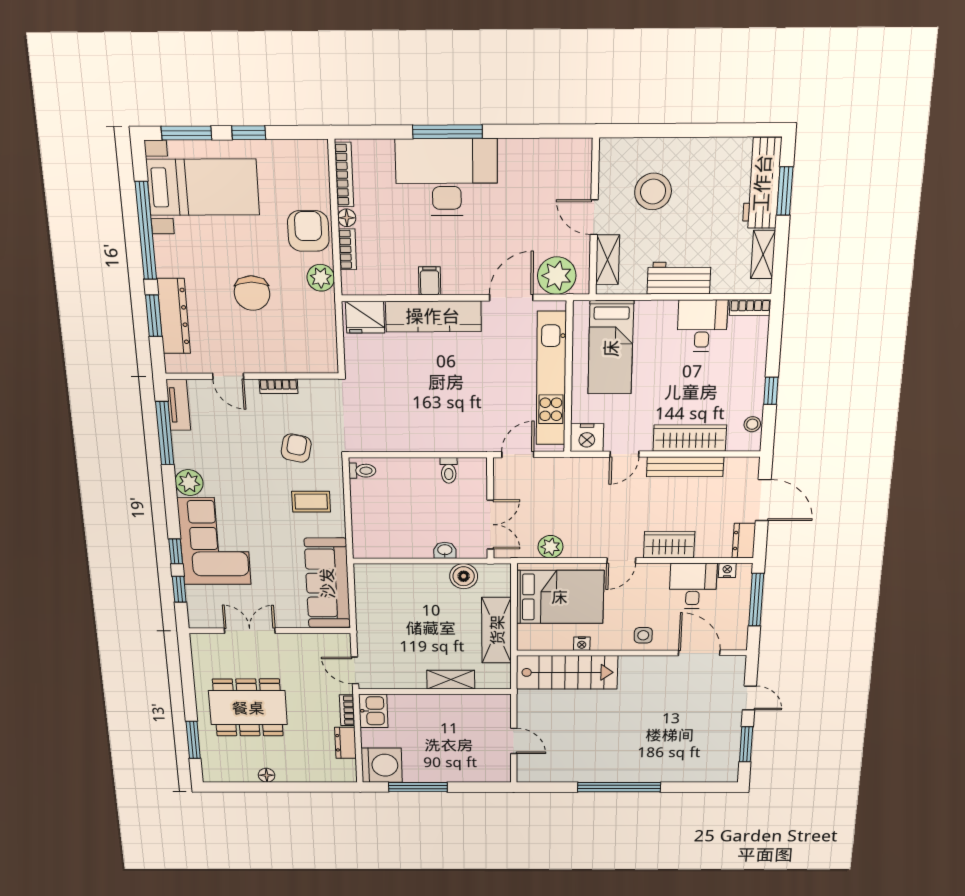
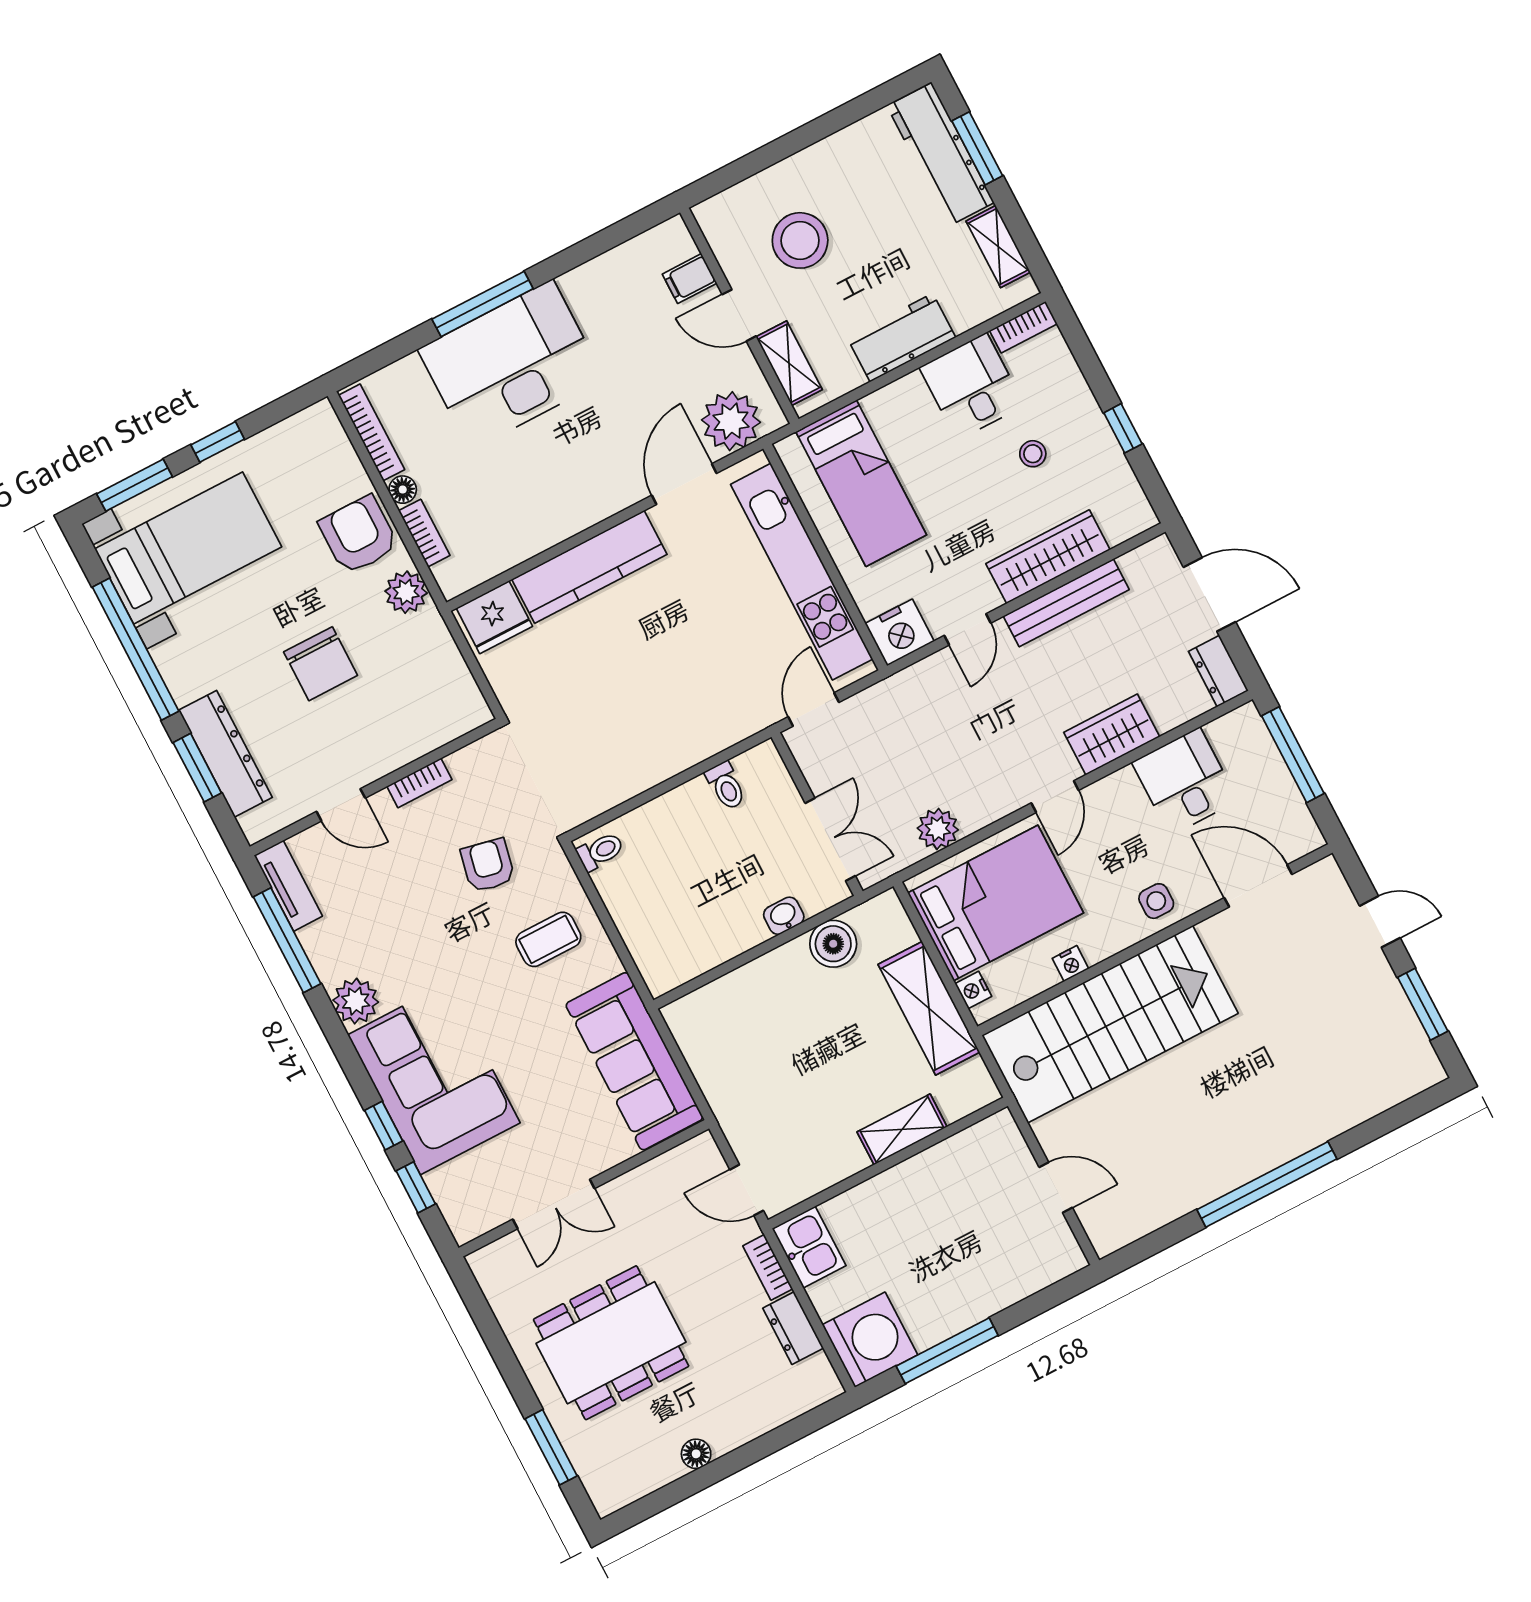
filing cabinet: (430, 281) -> (690, 279), moved, turned -90
stool: (752, 424) -> (1033, 454), moved
nightstand: (727, 570) -> (973, 990), moved, turned -90
double door: (250, 631) -> (554, 1204), swing flipped
stairs: (567, 672) -> (1110, 1024), width x1.36, depth x1.51

